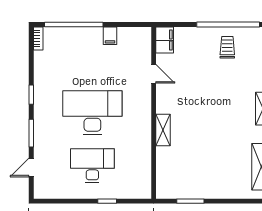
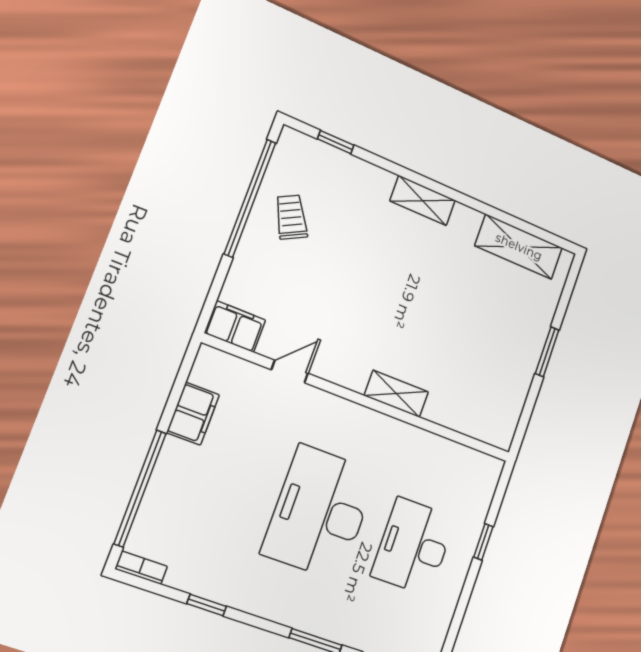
filing cabinet: (110, 36) -> (193, 414), width x2.00
trolley: (227, 47) -> (291, 217), turned 62
window: (31, 95) -> (207, 605), moved
window: (190, 201) -> (547, 352), moved

